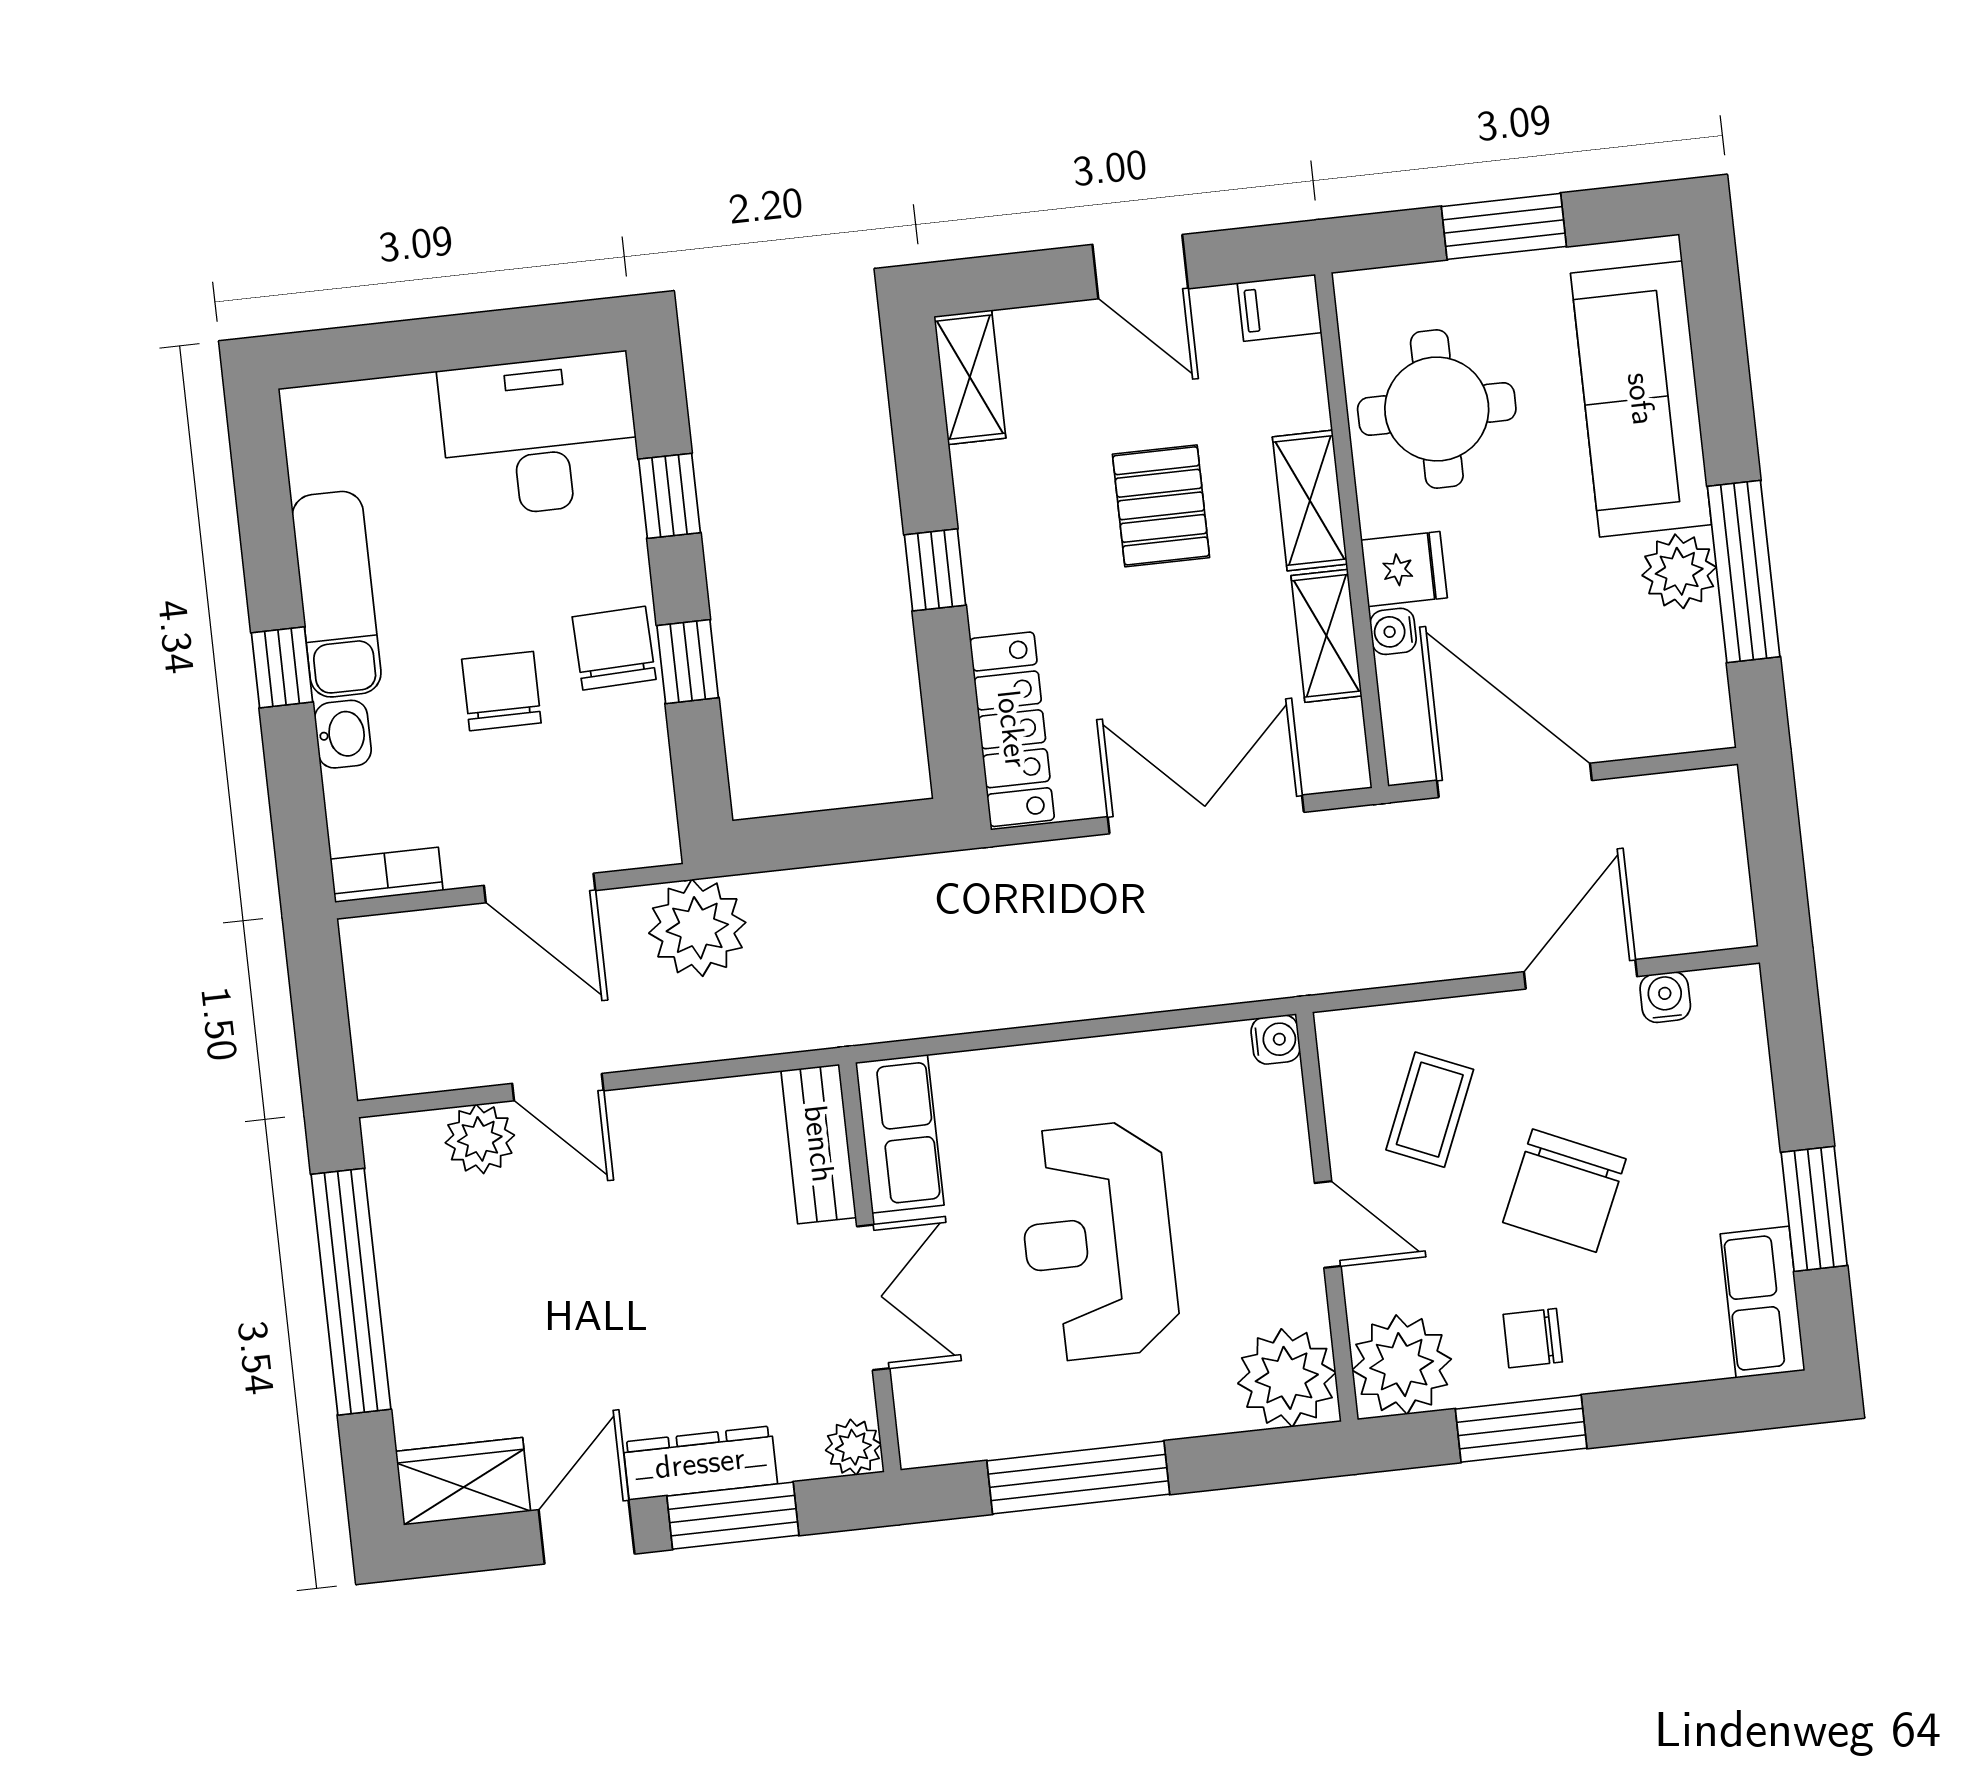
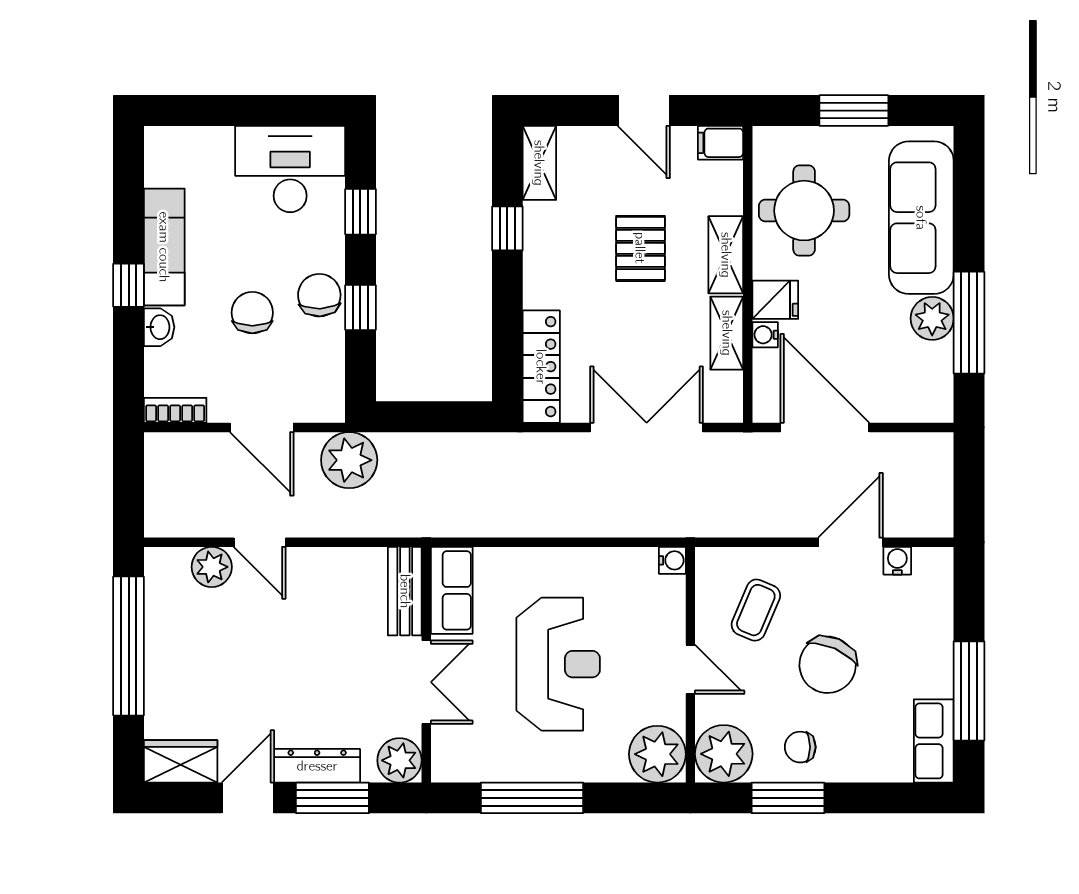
window: (935, 570) -> (507, 228), moved
window: (1814, 1209) -> (969, 691), width x1.44
reception desk: (1098, 1241) -> (558, 664), turned 180
plant: (853, 1447) -> (399, 760), width x1.38, depth x1.38

